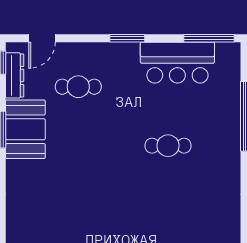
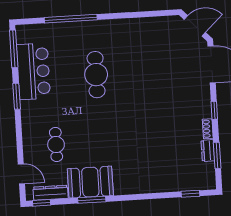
window: (127, 38) -> (17, 96), moved
cafe table: (168, 146) -> (96, 75), width x1.37, depth x1.35

